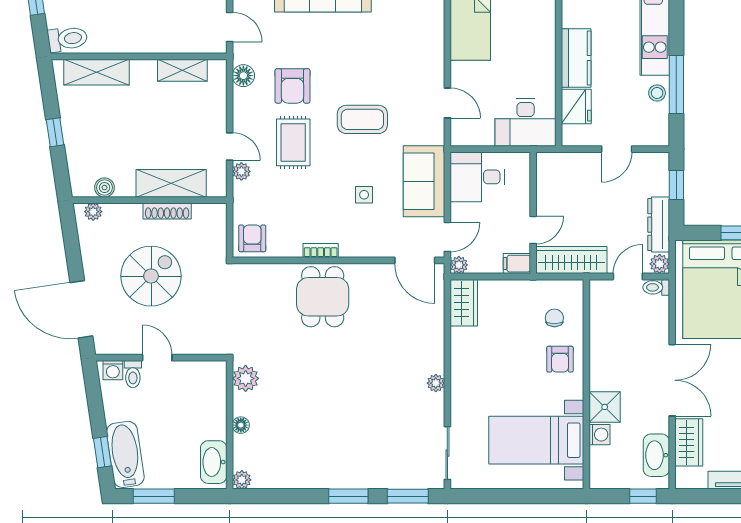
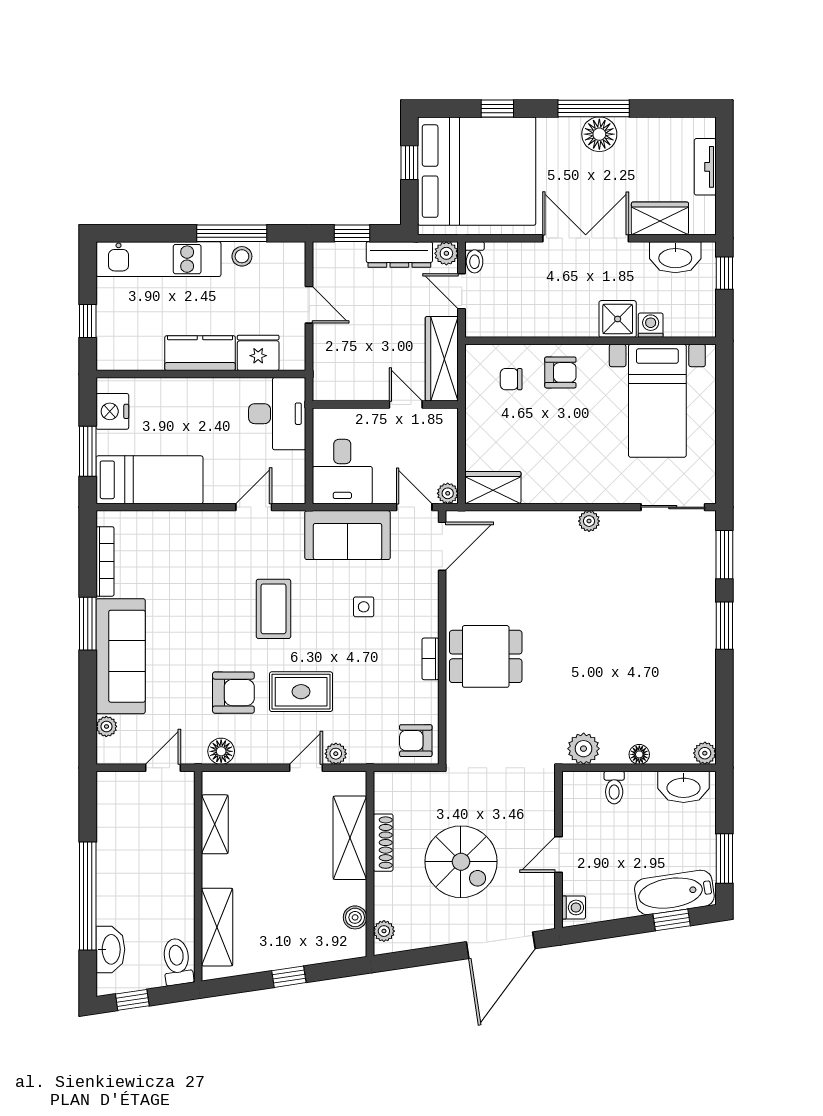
filing cabinet: (517, 264) -> (446, 424), removed
spiral stairs: (151, 276) -> (461, 862), turned 180
toilet: (133, 374) -> (614, 788), moved, turned 90

